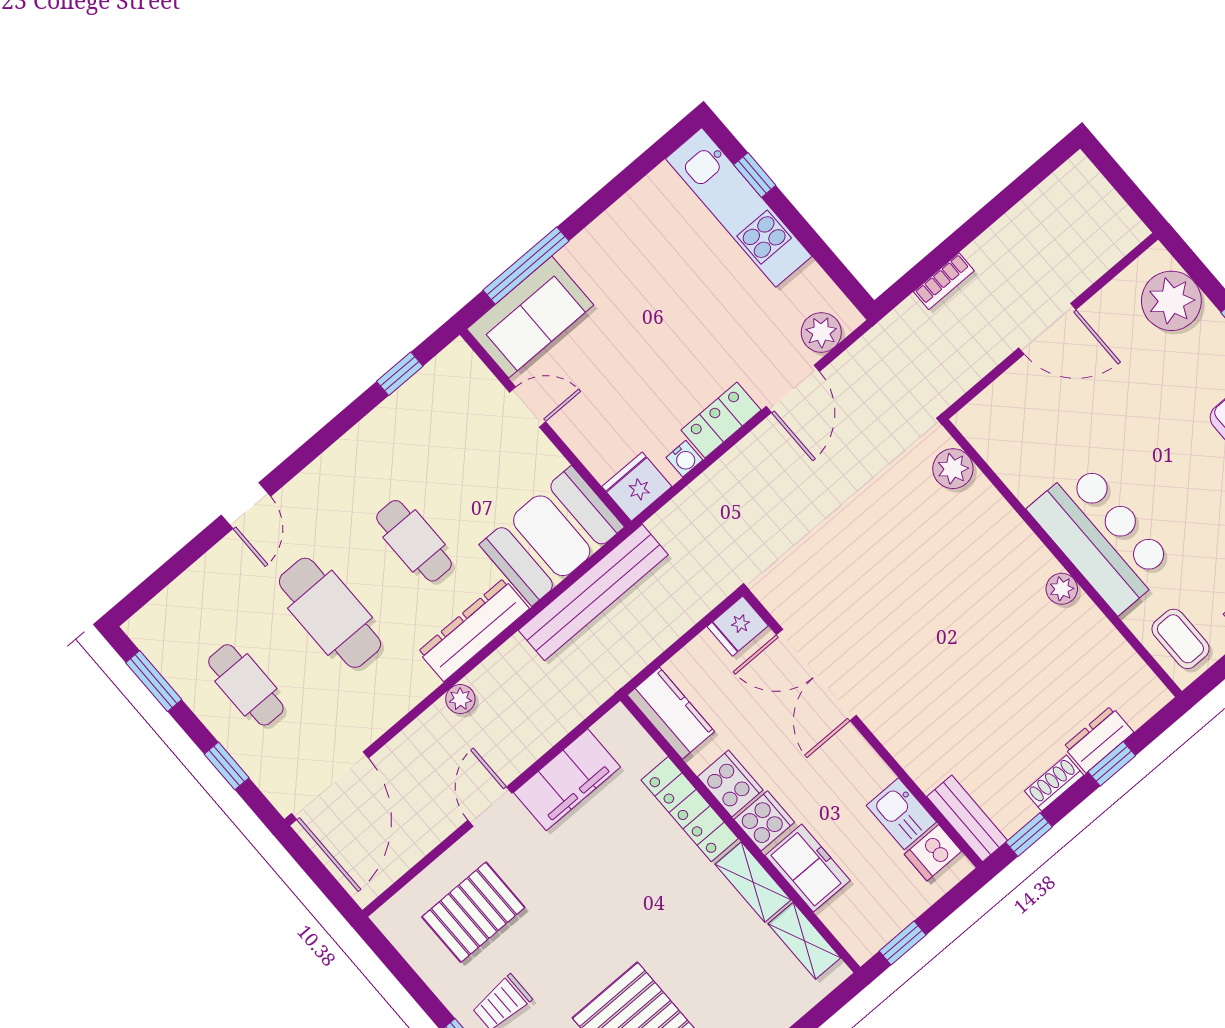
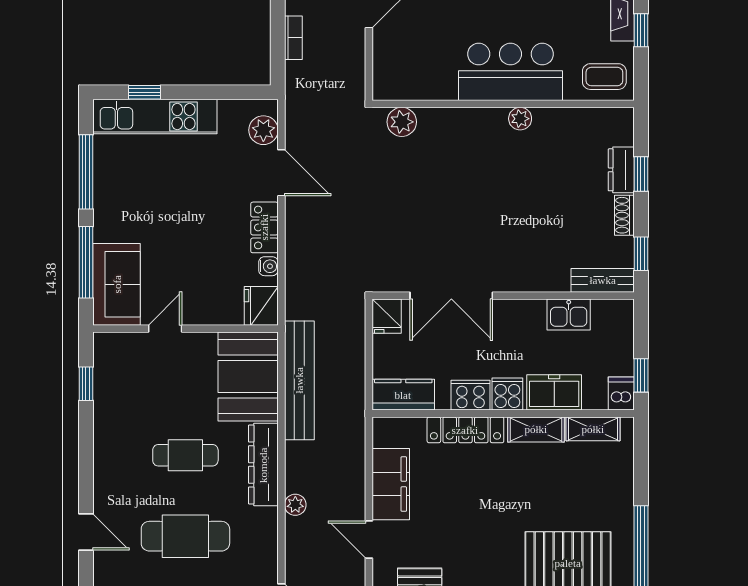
window: (620, 185) -> (86, 172), added
dishwasher: (933, 853) -> (621, 394), moved, turned 180

